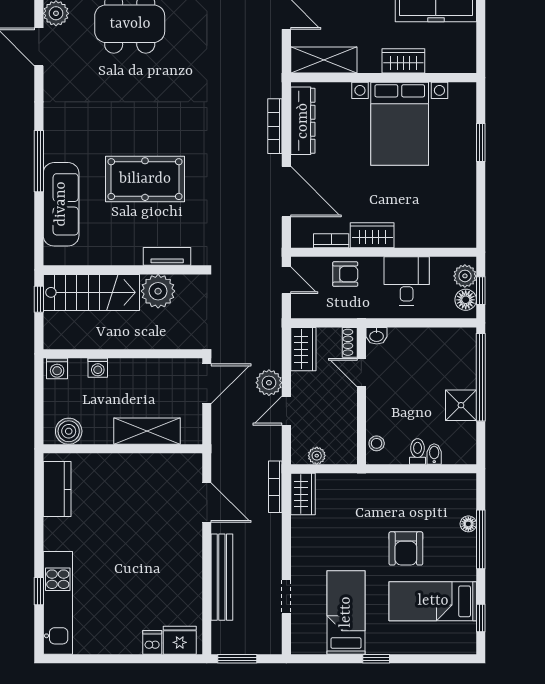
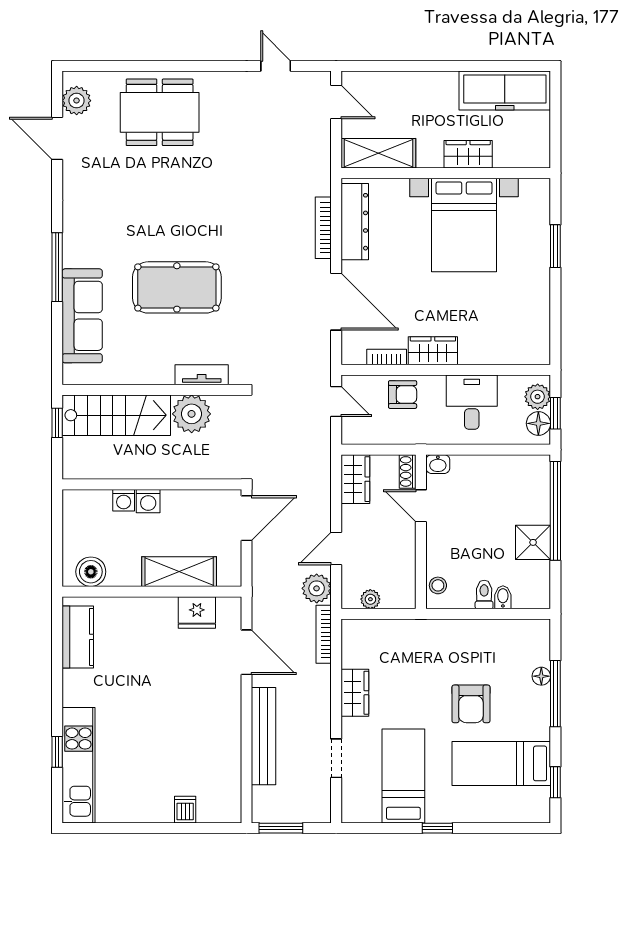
washing machine: (57, 369) -> (148, 501), moved
plant: (269, 383) -> (317, 588), moved
wardrobe: (303, 494) -> (355, 693), moved
fridge: (180, 640) -> (197, 612), moved, turned 180

